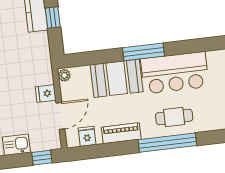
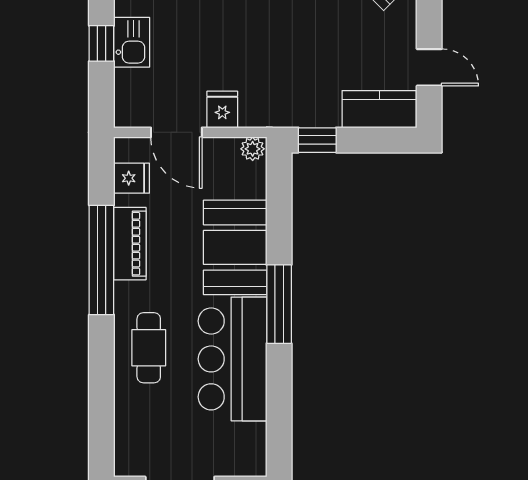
window: (53, 18) -> (317, 140), moved
window: (167, 143) -> (101, 260), moved
window: (42, 158) -> (101, 43), moved

